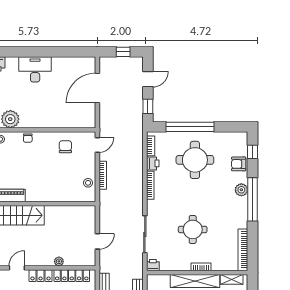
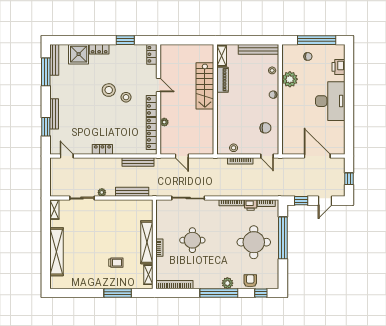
desk: (35, 69) -> (330, 101), width x1.36, depth x1.30
door: (148, 79) -> (325, 201), hinge flipped
printer: (153, 265) -> (161, 205), removed

